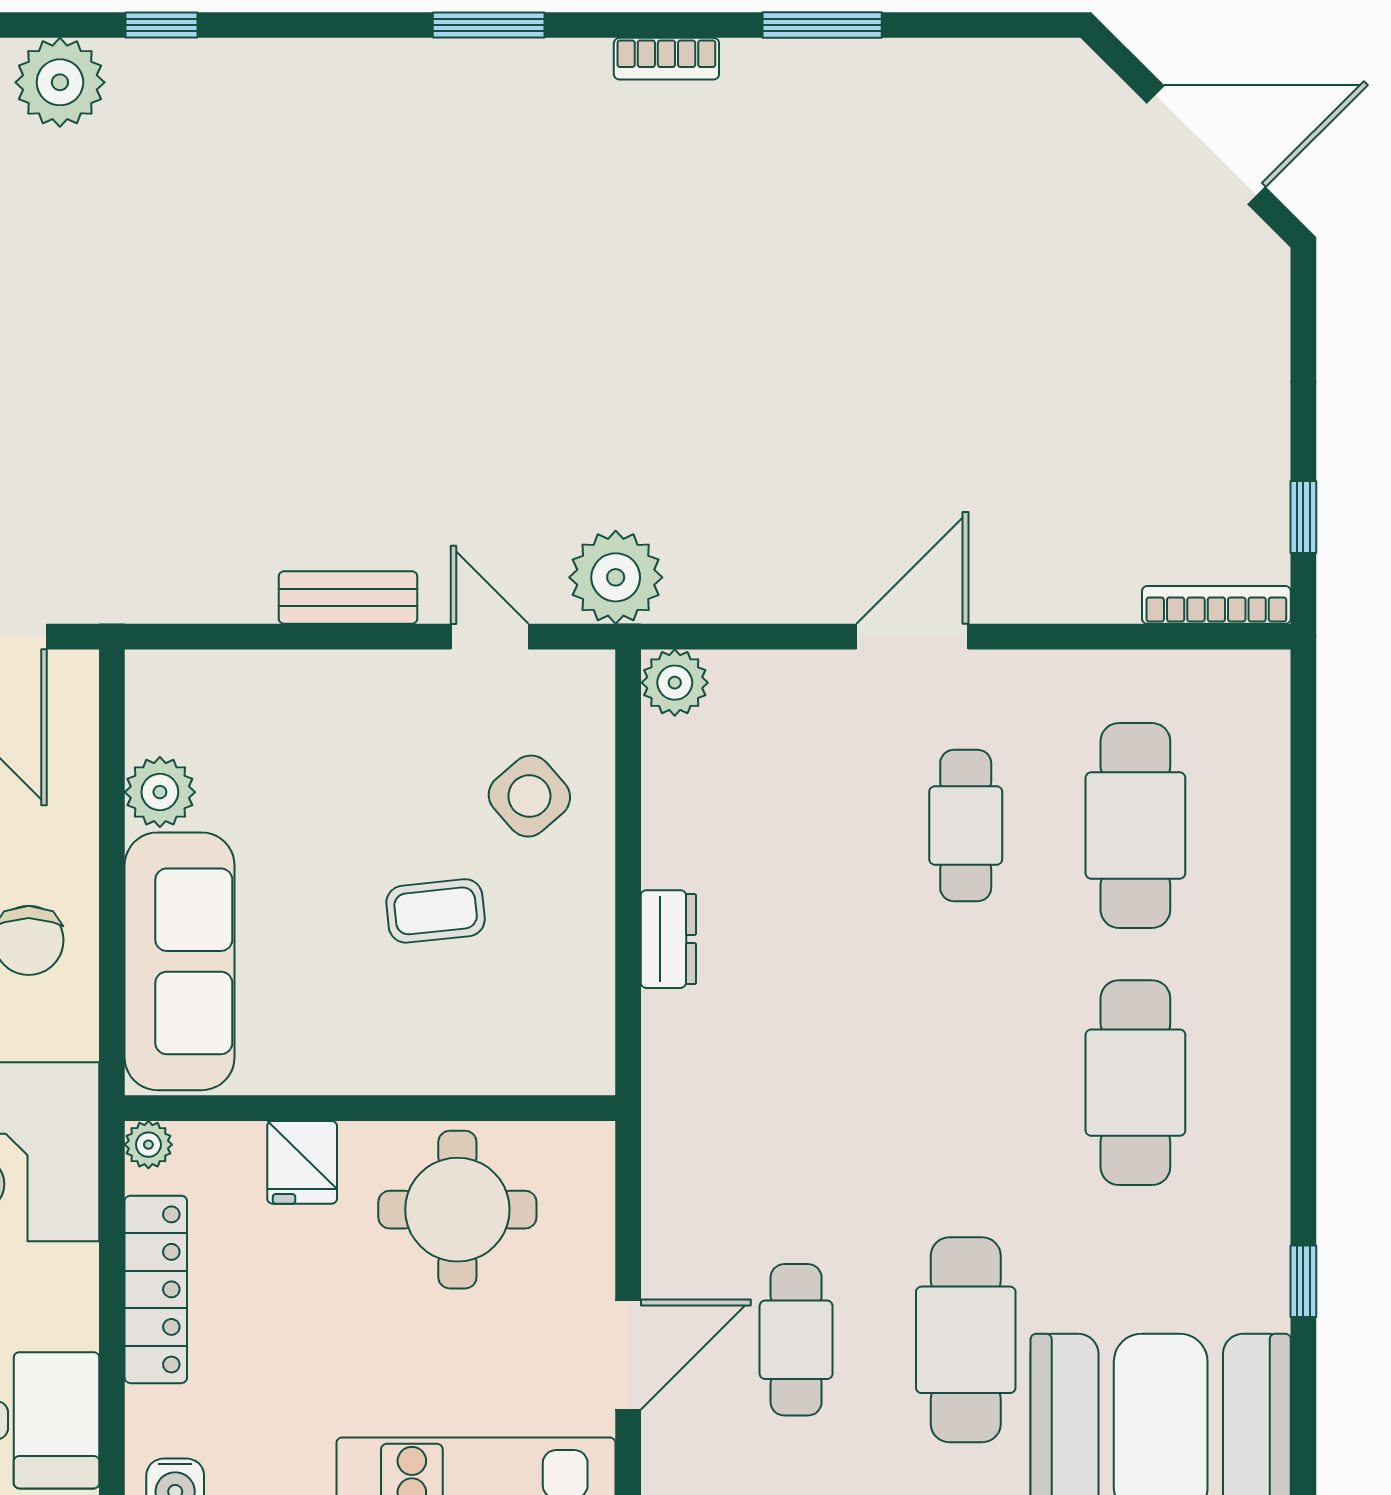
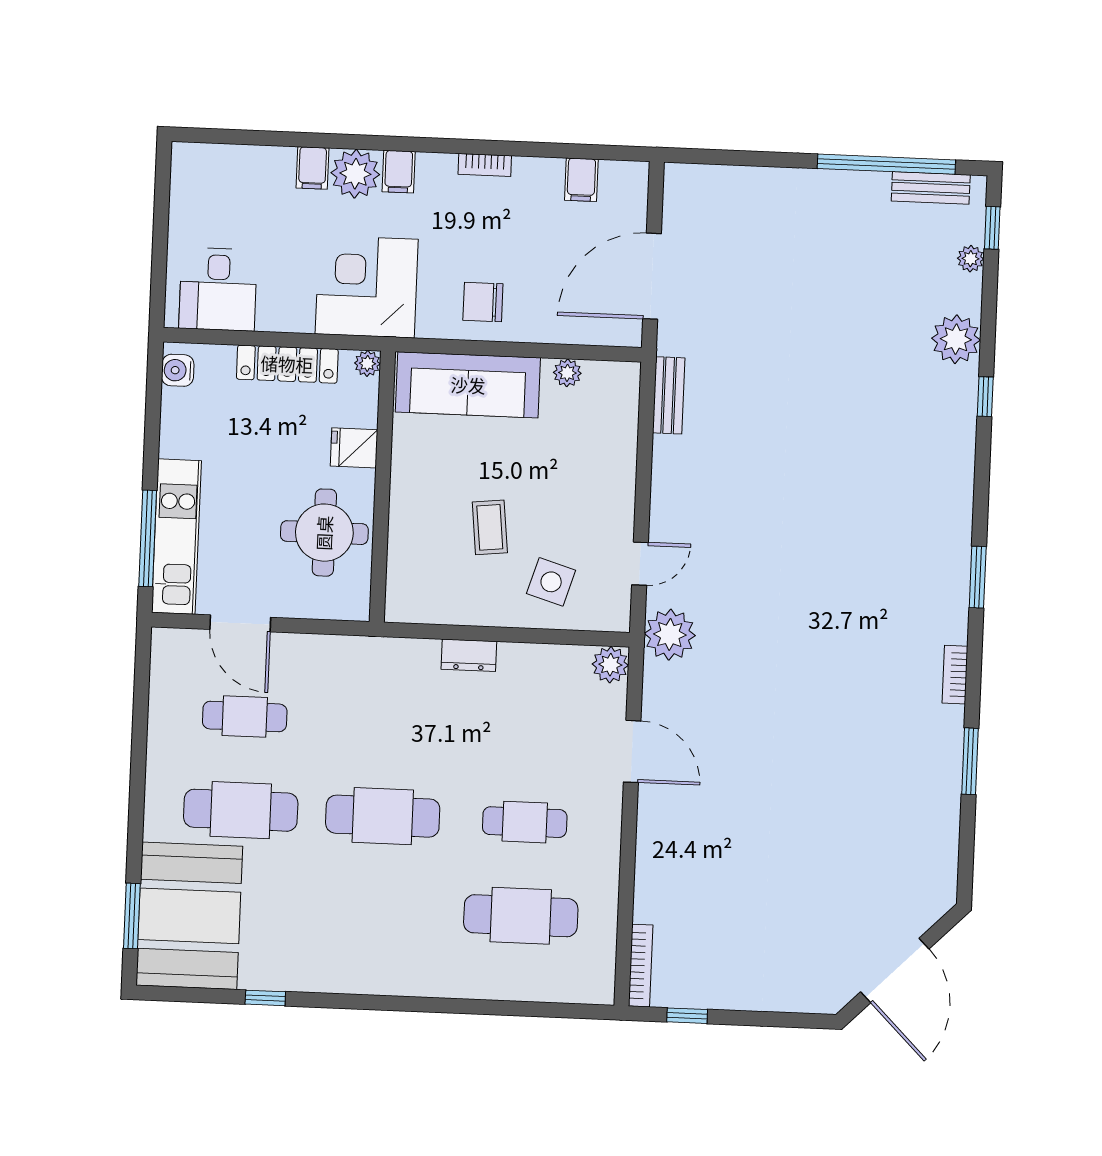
bench: (348, 597) -> (669, 395), moved
door: (912, 637) -> (632, 751), moved
plant: (160, 792) -> (567, 373), width x0.73, depth x0.73
side table: (529, 796) -> (551, 582), turned -32
cafe table: (1135, 1083) -> (383, 816), moved

